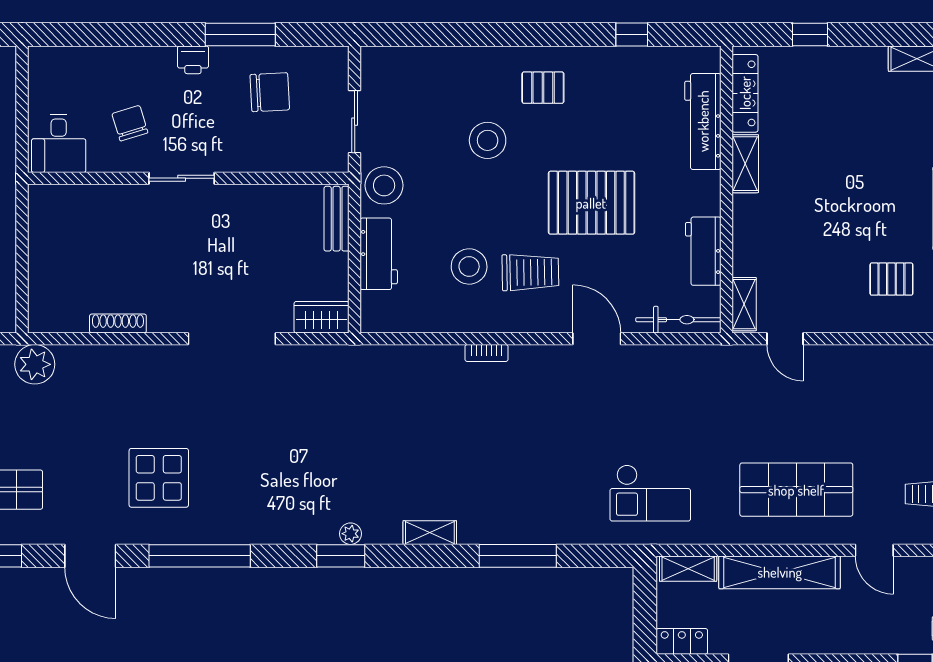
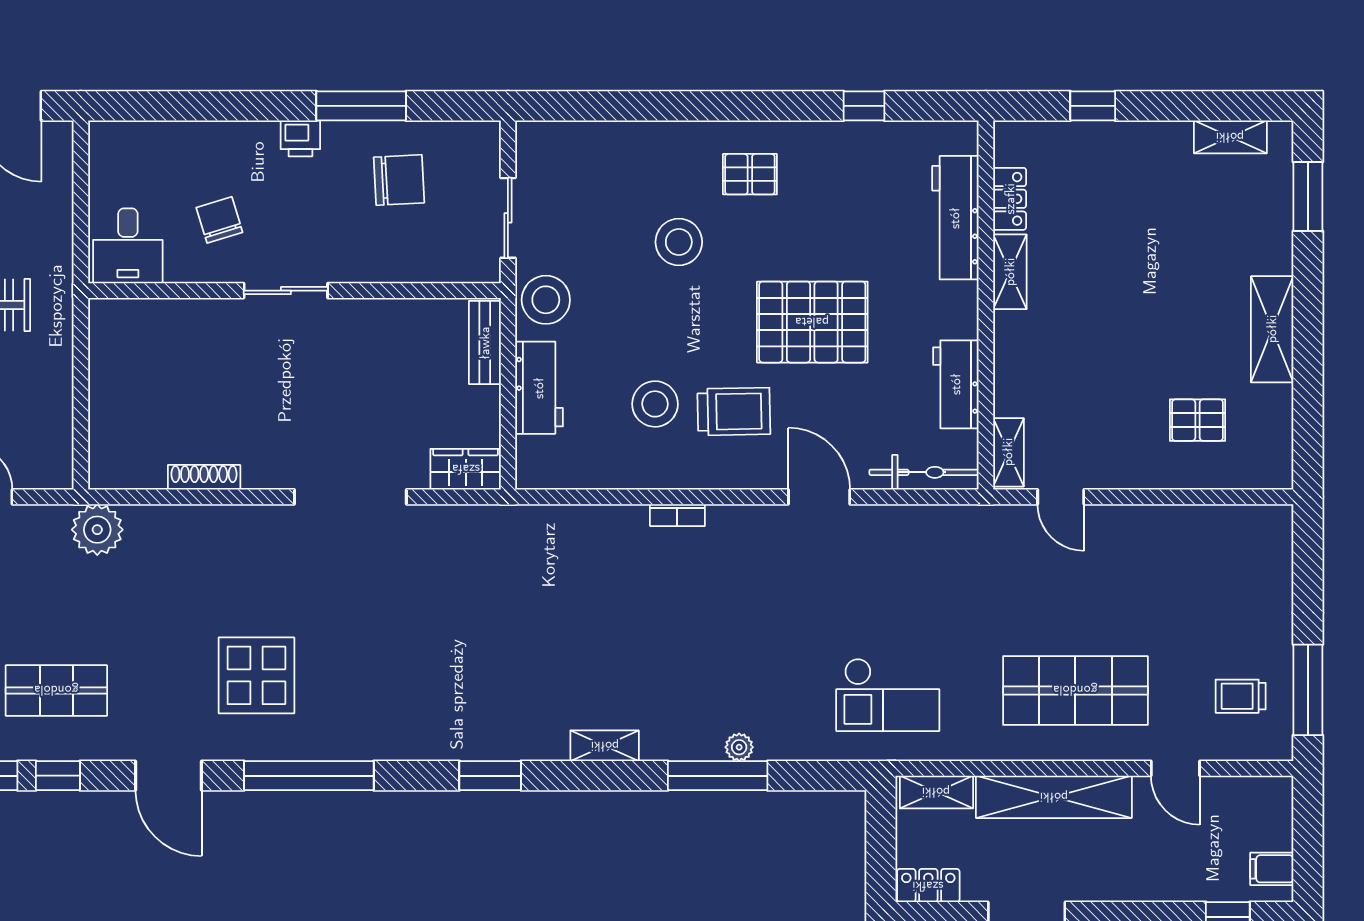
locker: (745, 93) -> (1010, 199), width x0.66
plant: (350, 534) -> (739, 747), moved

